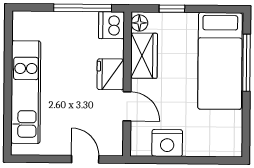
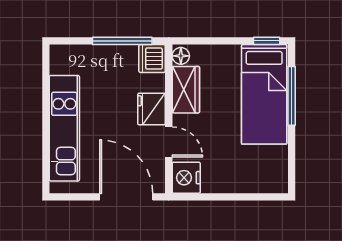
window: (172, 9) -> (267, 41), moved
nightstand: (167, 143) -> (186, 178), moved, turned 90
door: (85, 159) -> (126, 197), width x1.88

